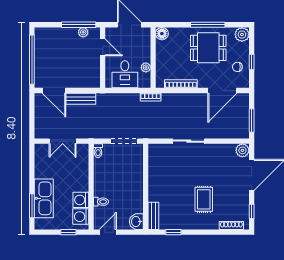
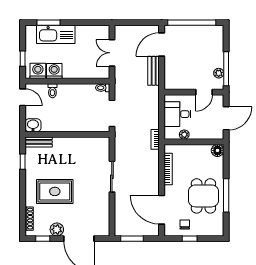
plant: (242, 35) -> (217, 229), removed
plant: (242, 150) -> (57, 229), moved
rug: (204, 199) -> (55, 191), width x1.36, depth x1.43

